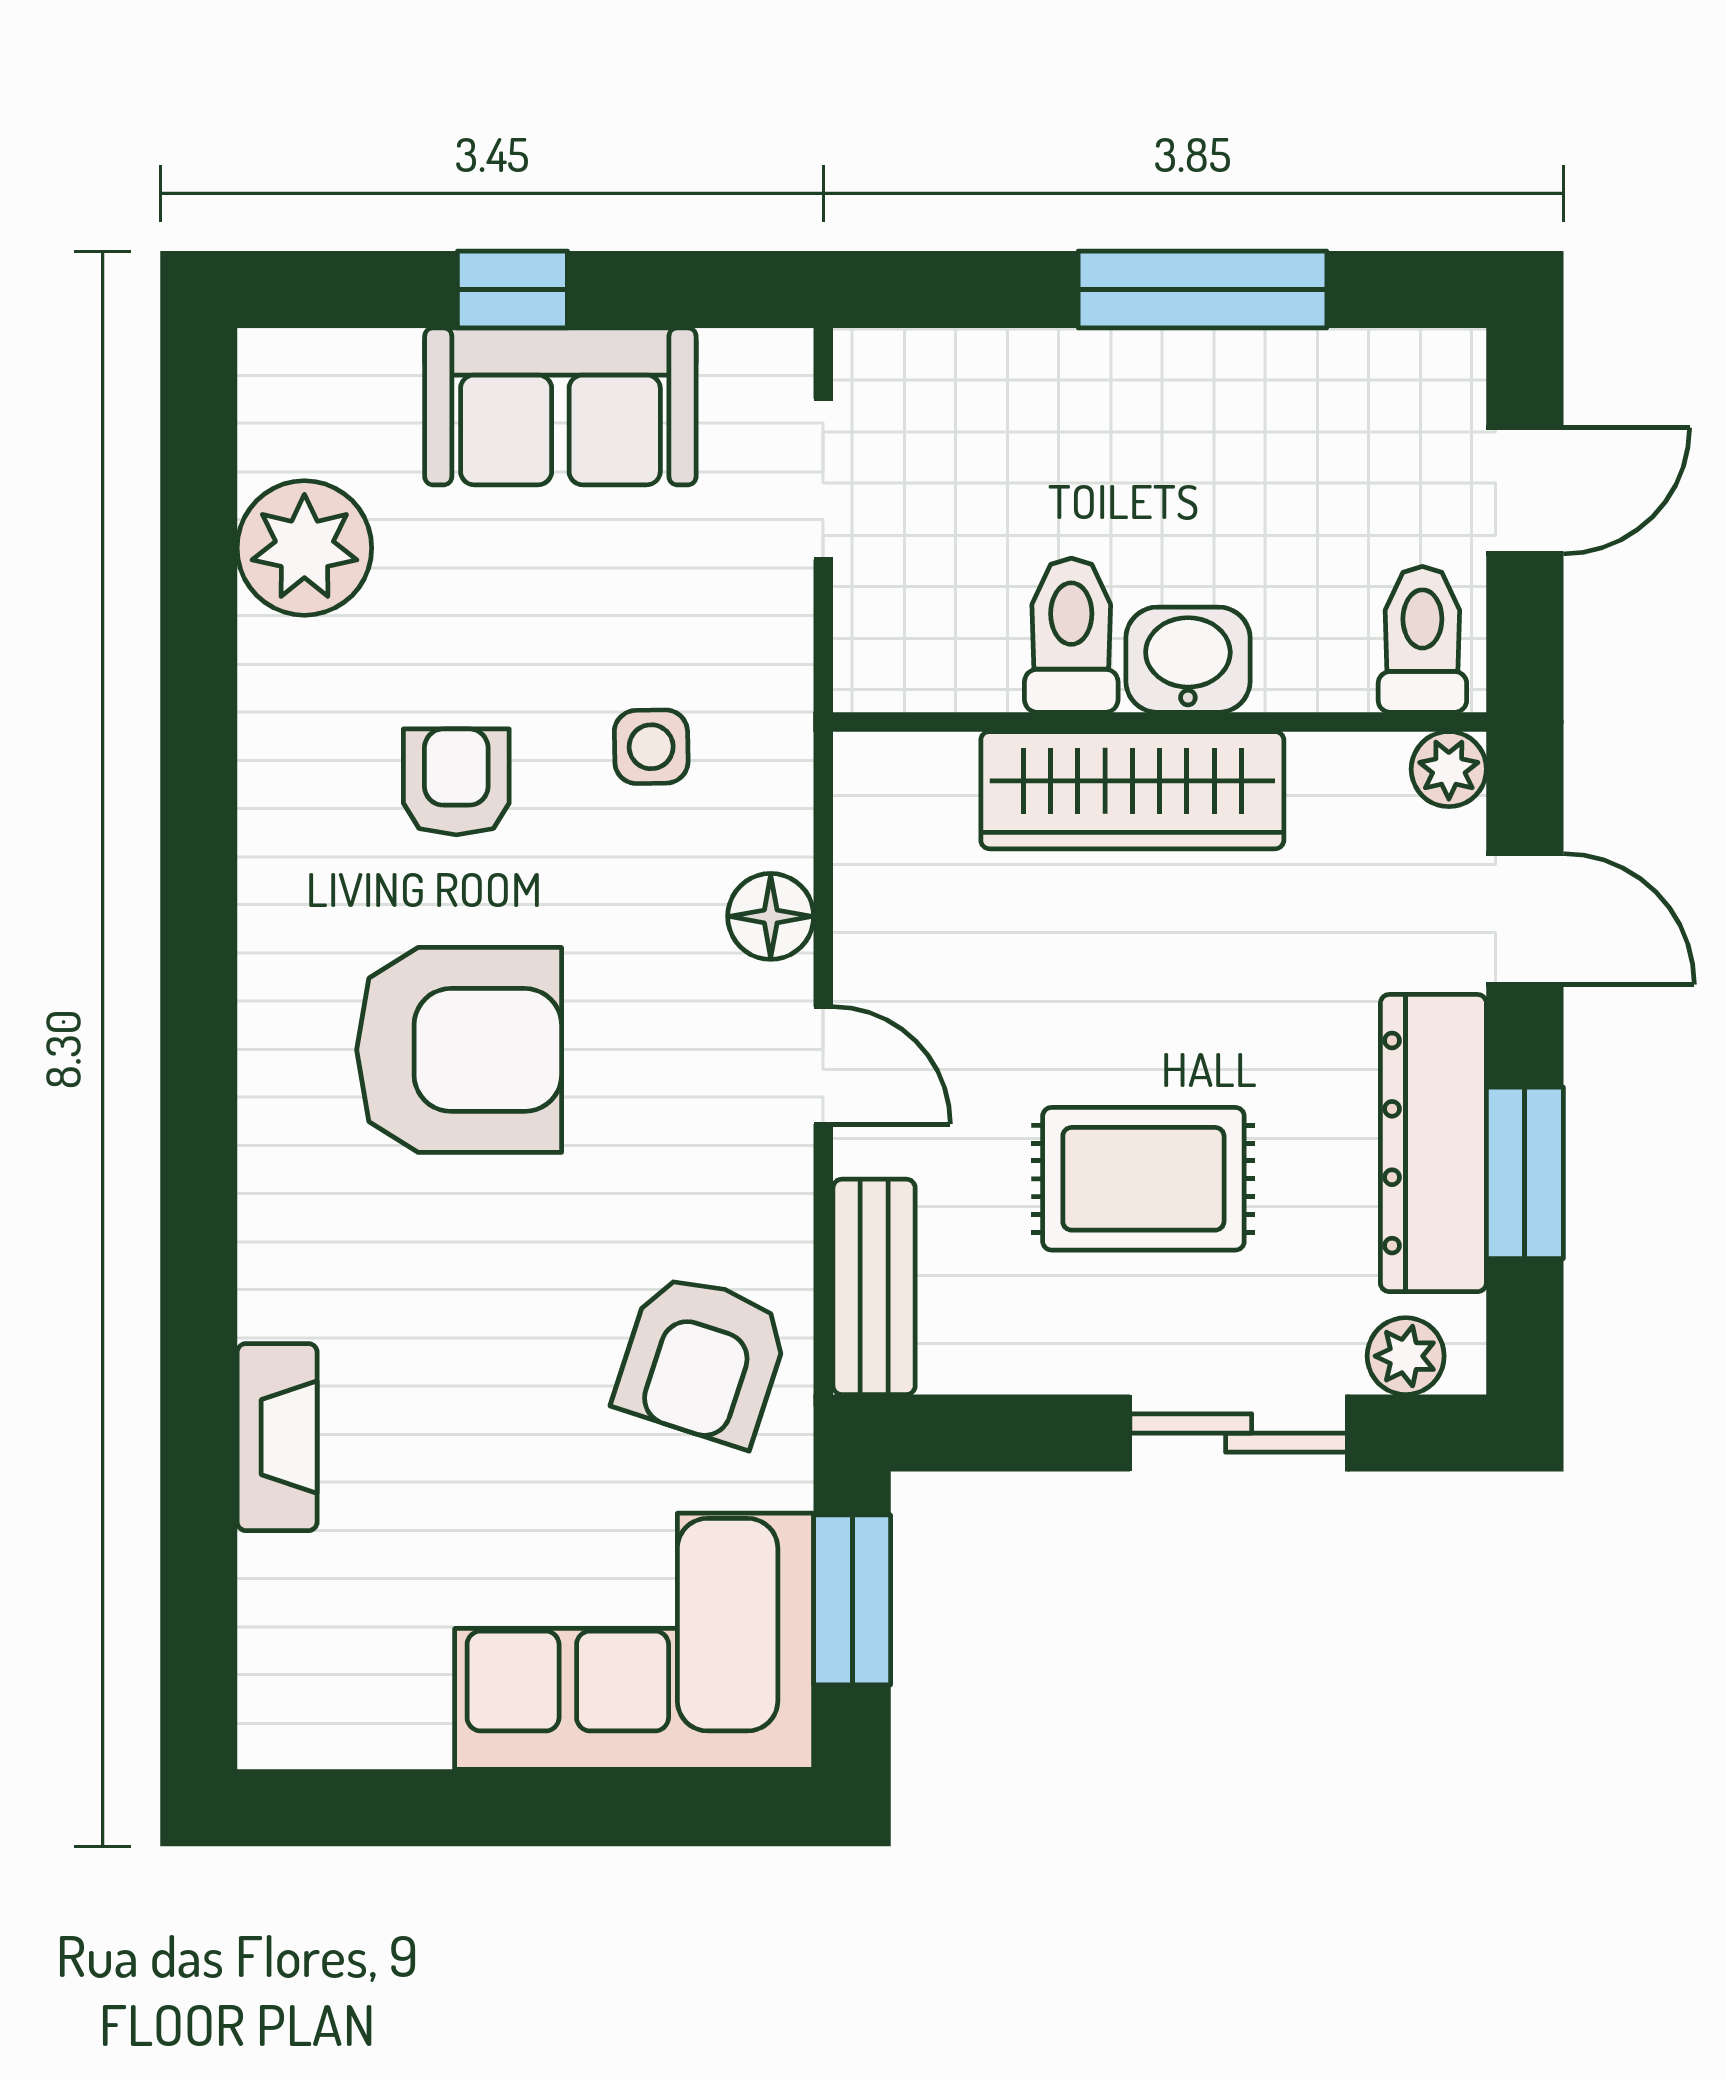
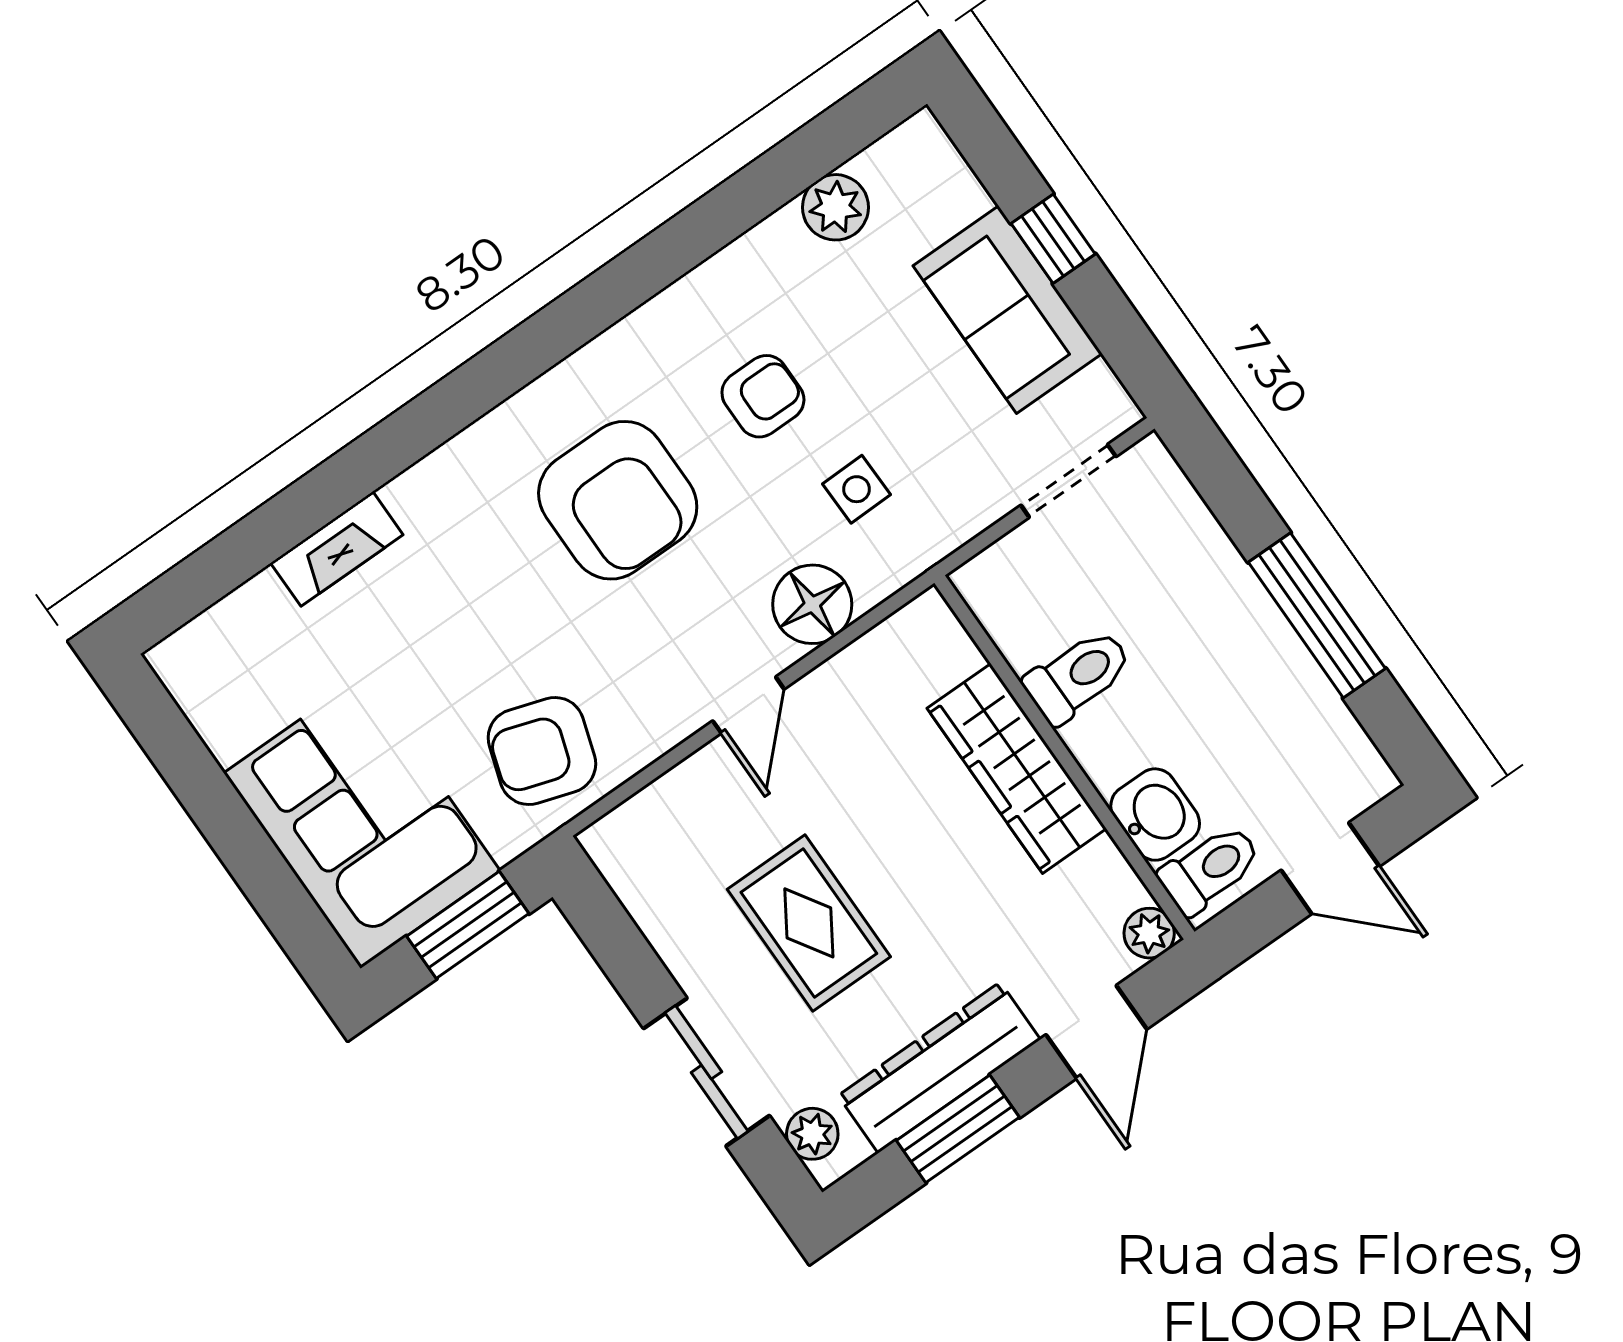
plant: (304, 548) -> (835, 207), width x0.73, depth x0.73
washbasin: (1188, 660) -> (1155, 815), moved
floor lamp: (771, 916) -> (812, 604), width x1.38, depth x1.38
bench: (874, 1287) -> (647, 817), removed

